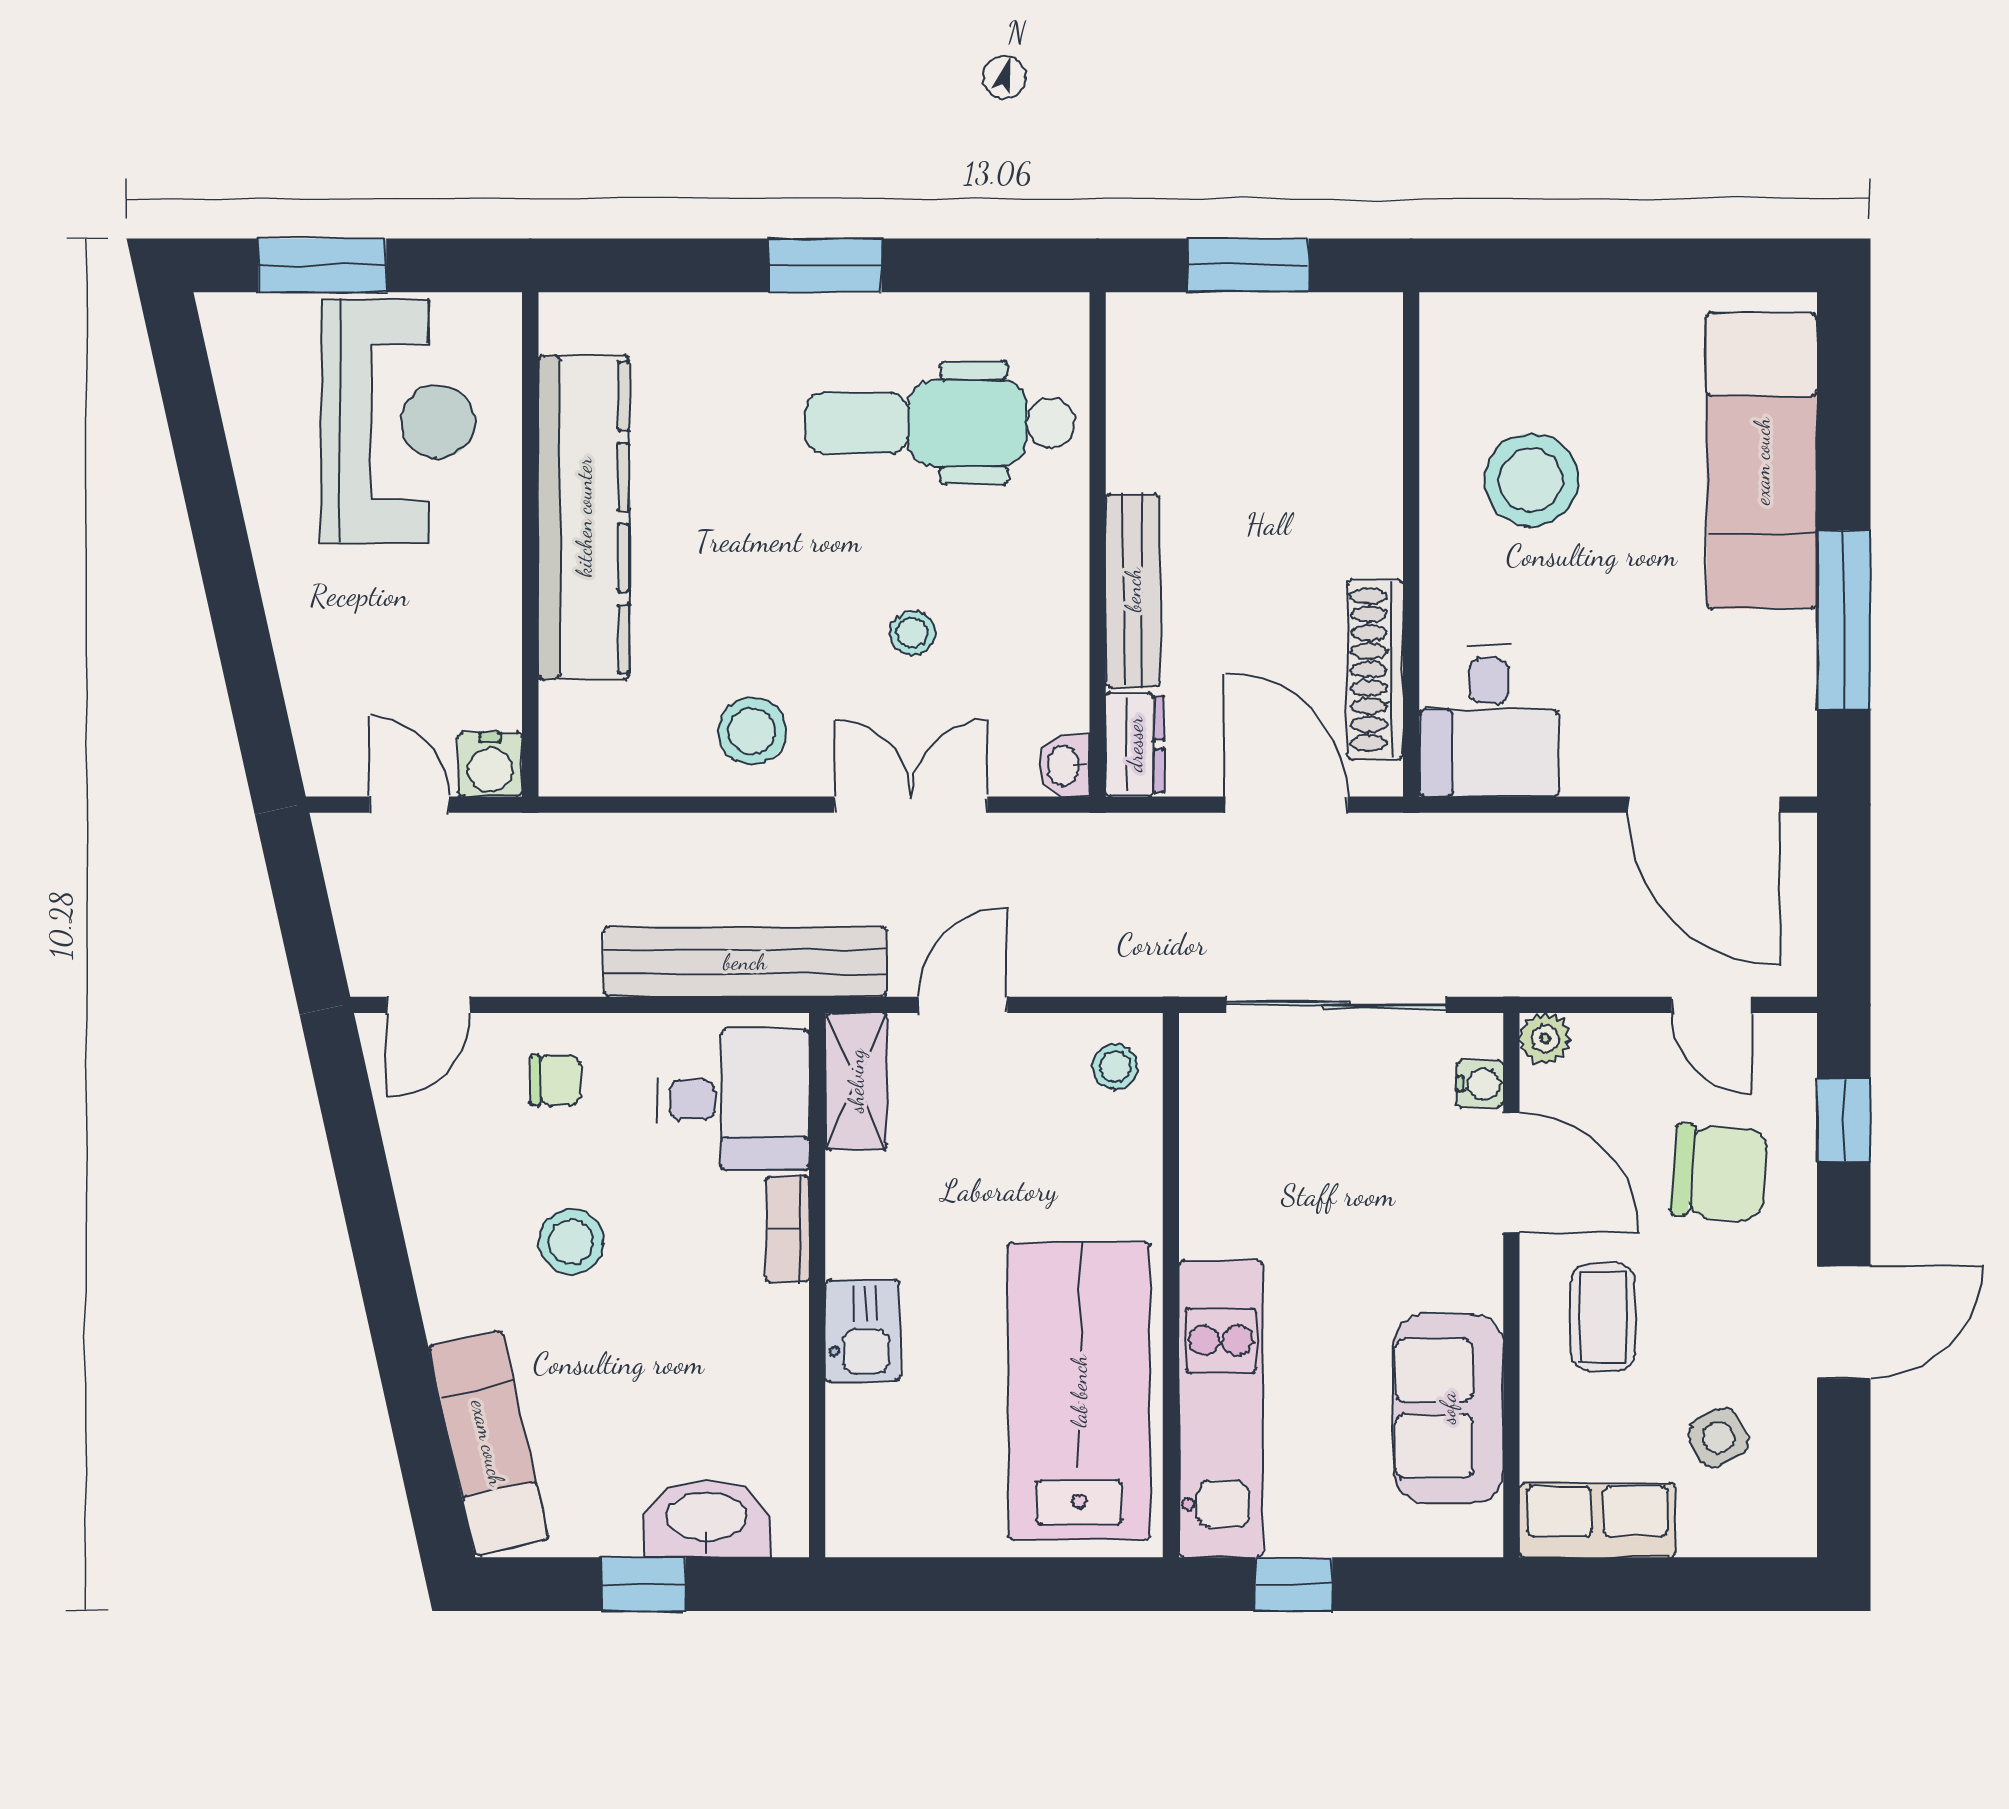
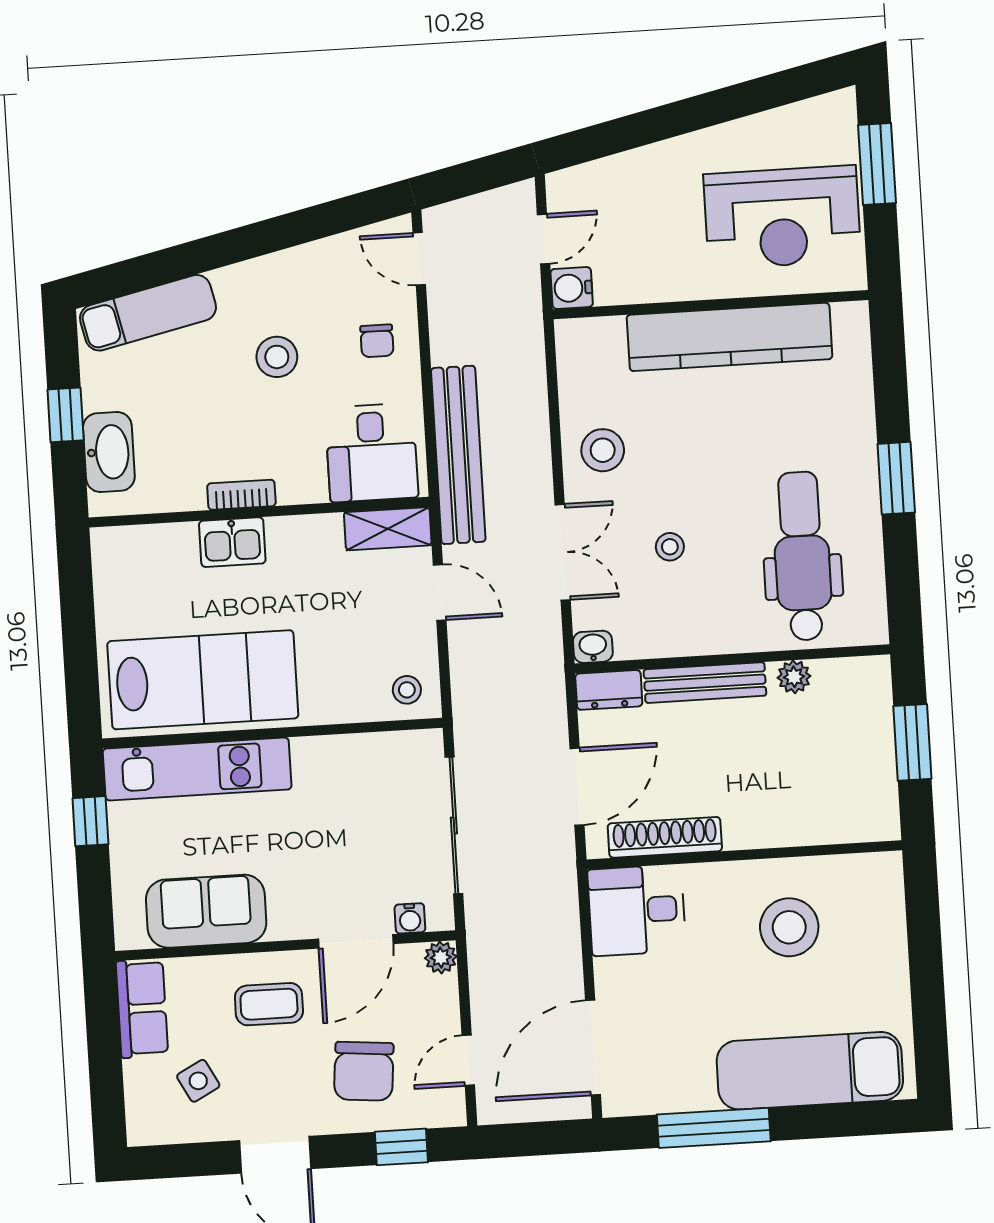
plant: (1132, 448) -> (794, 677), added
bookcase: (788, 1229) -> (241, 495), moved

